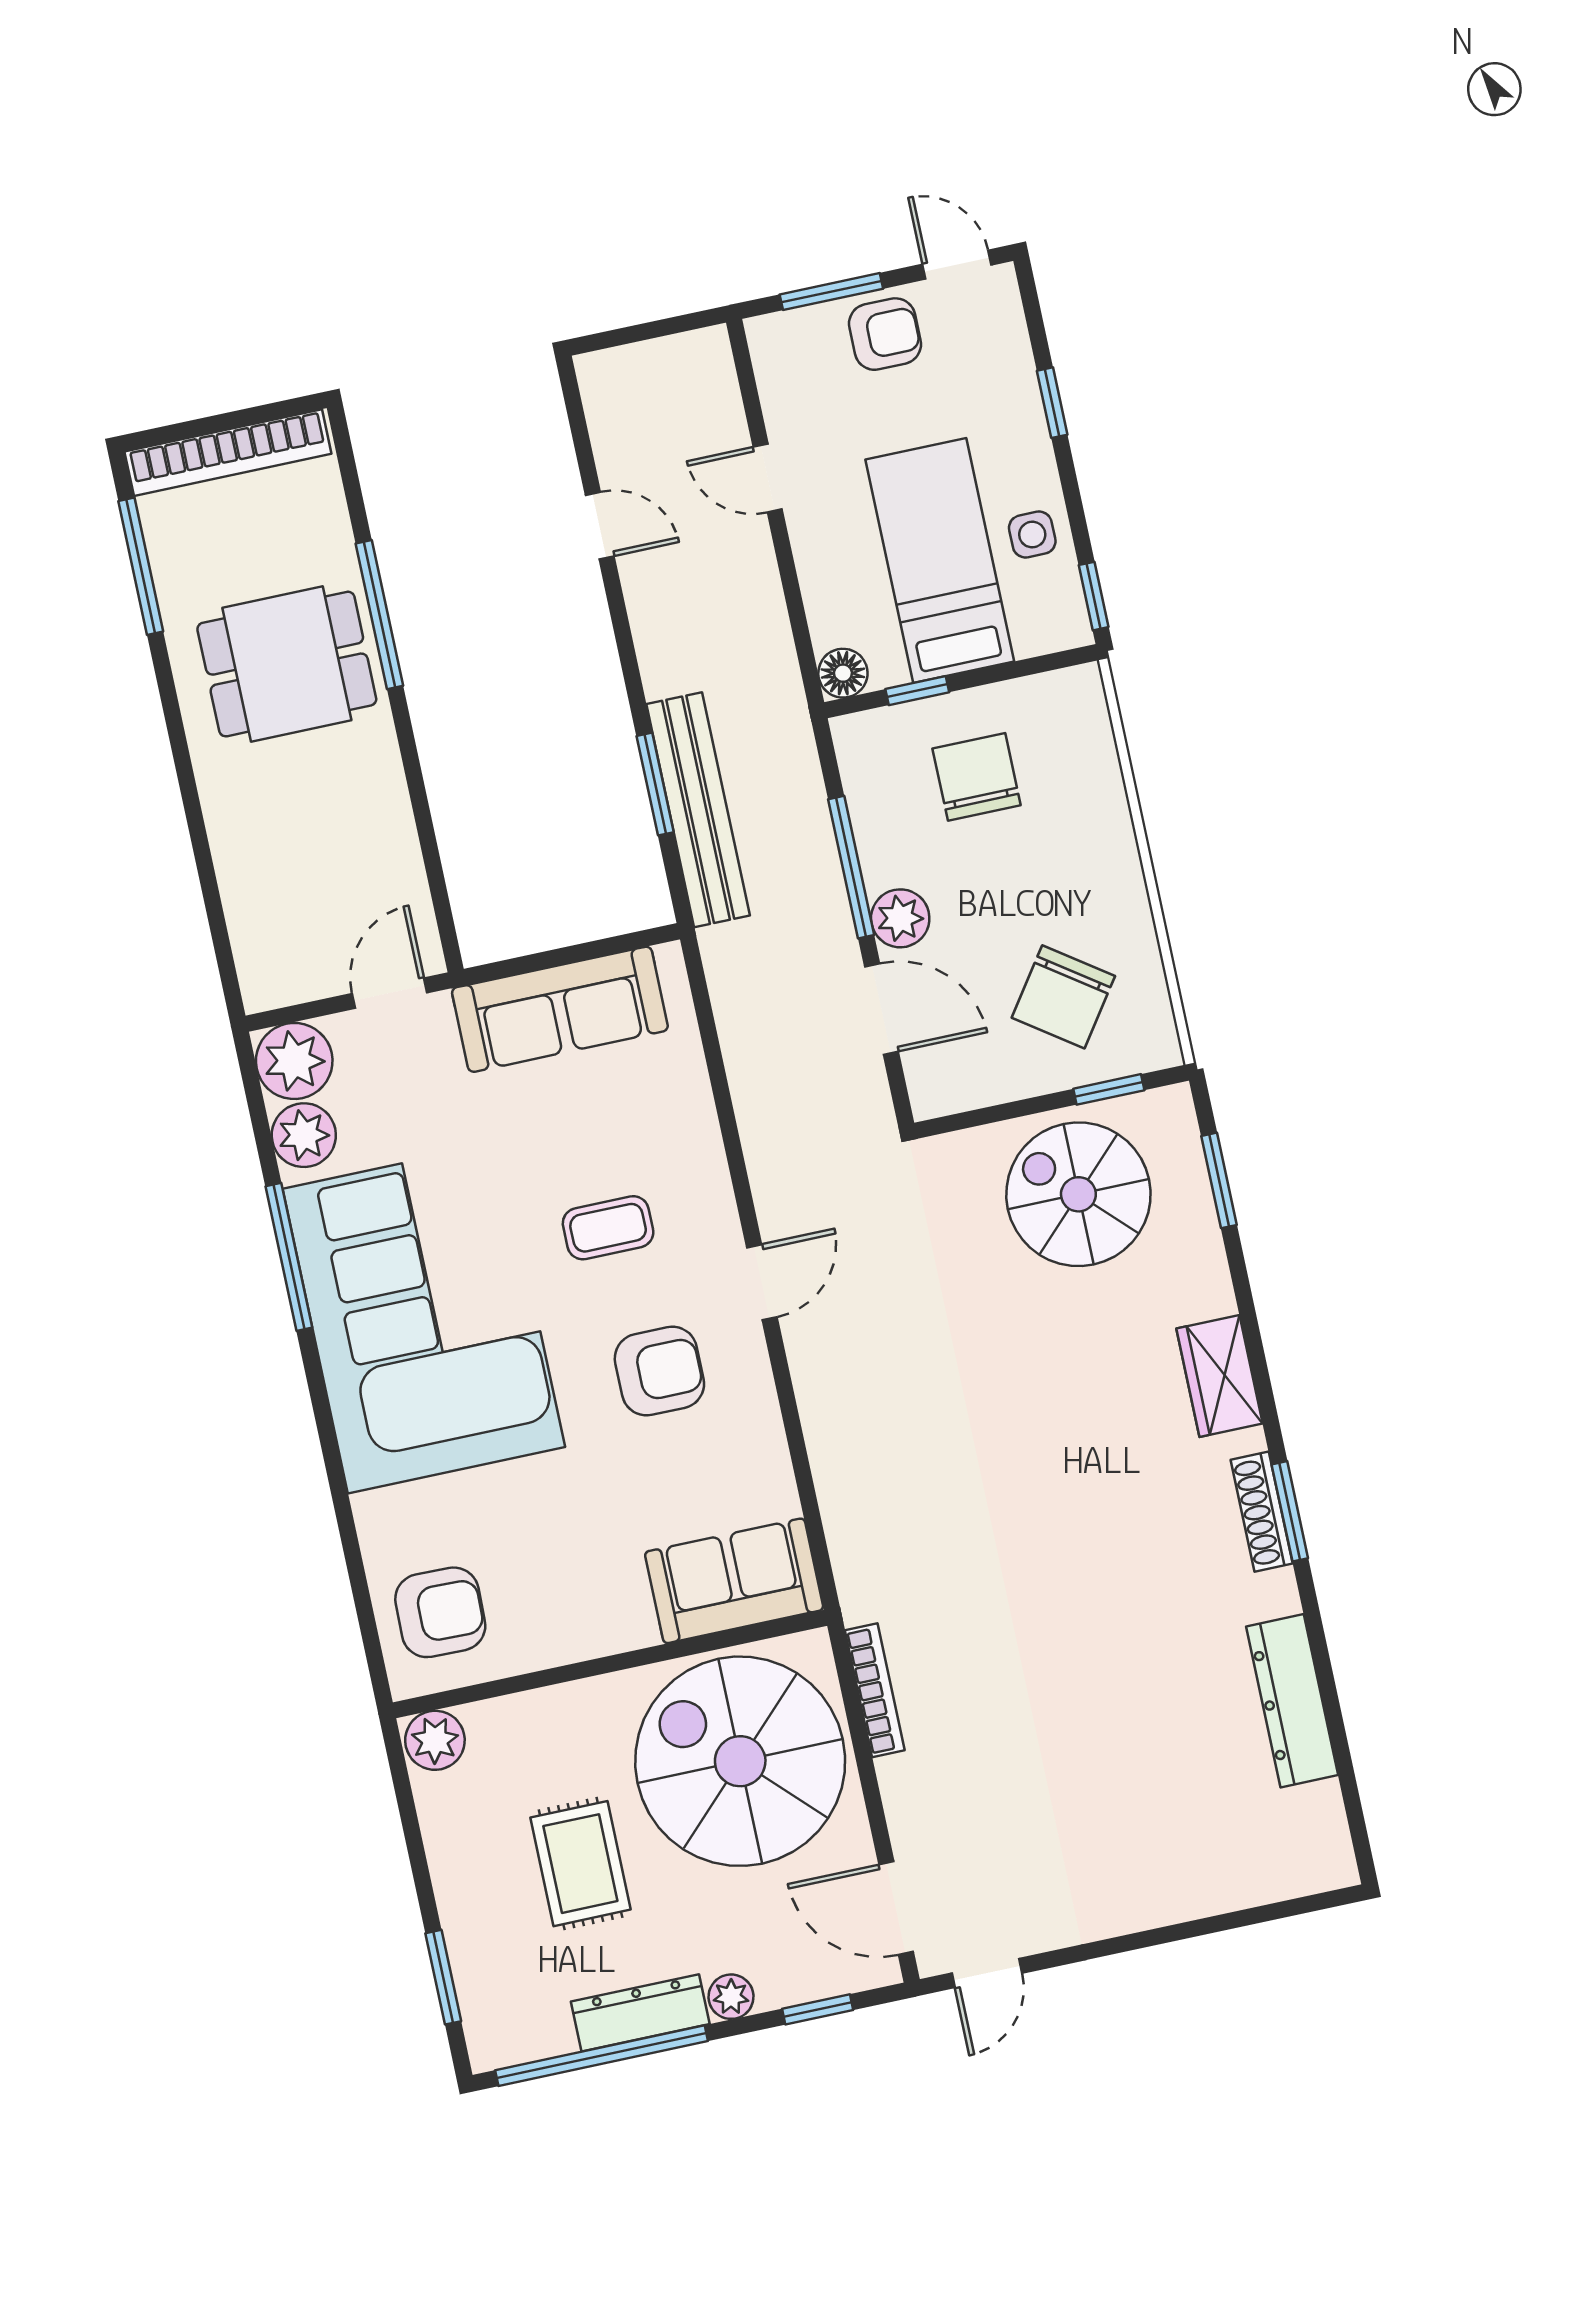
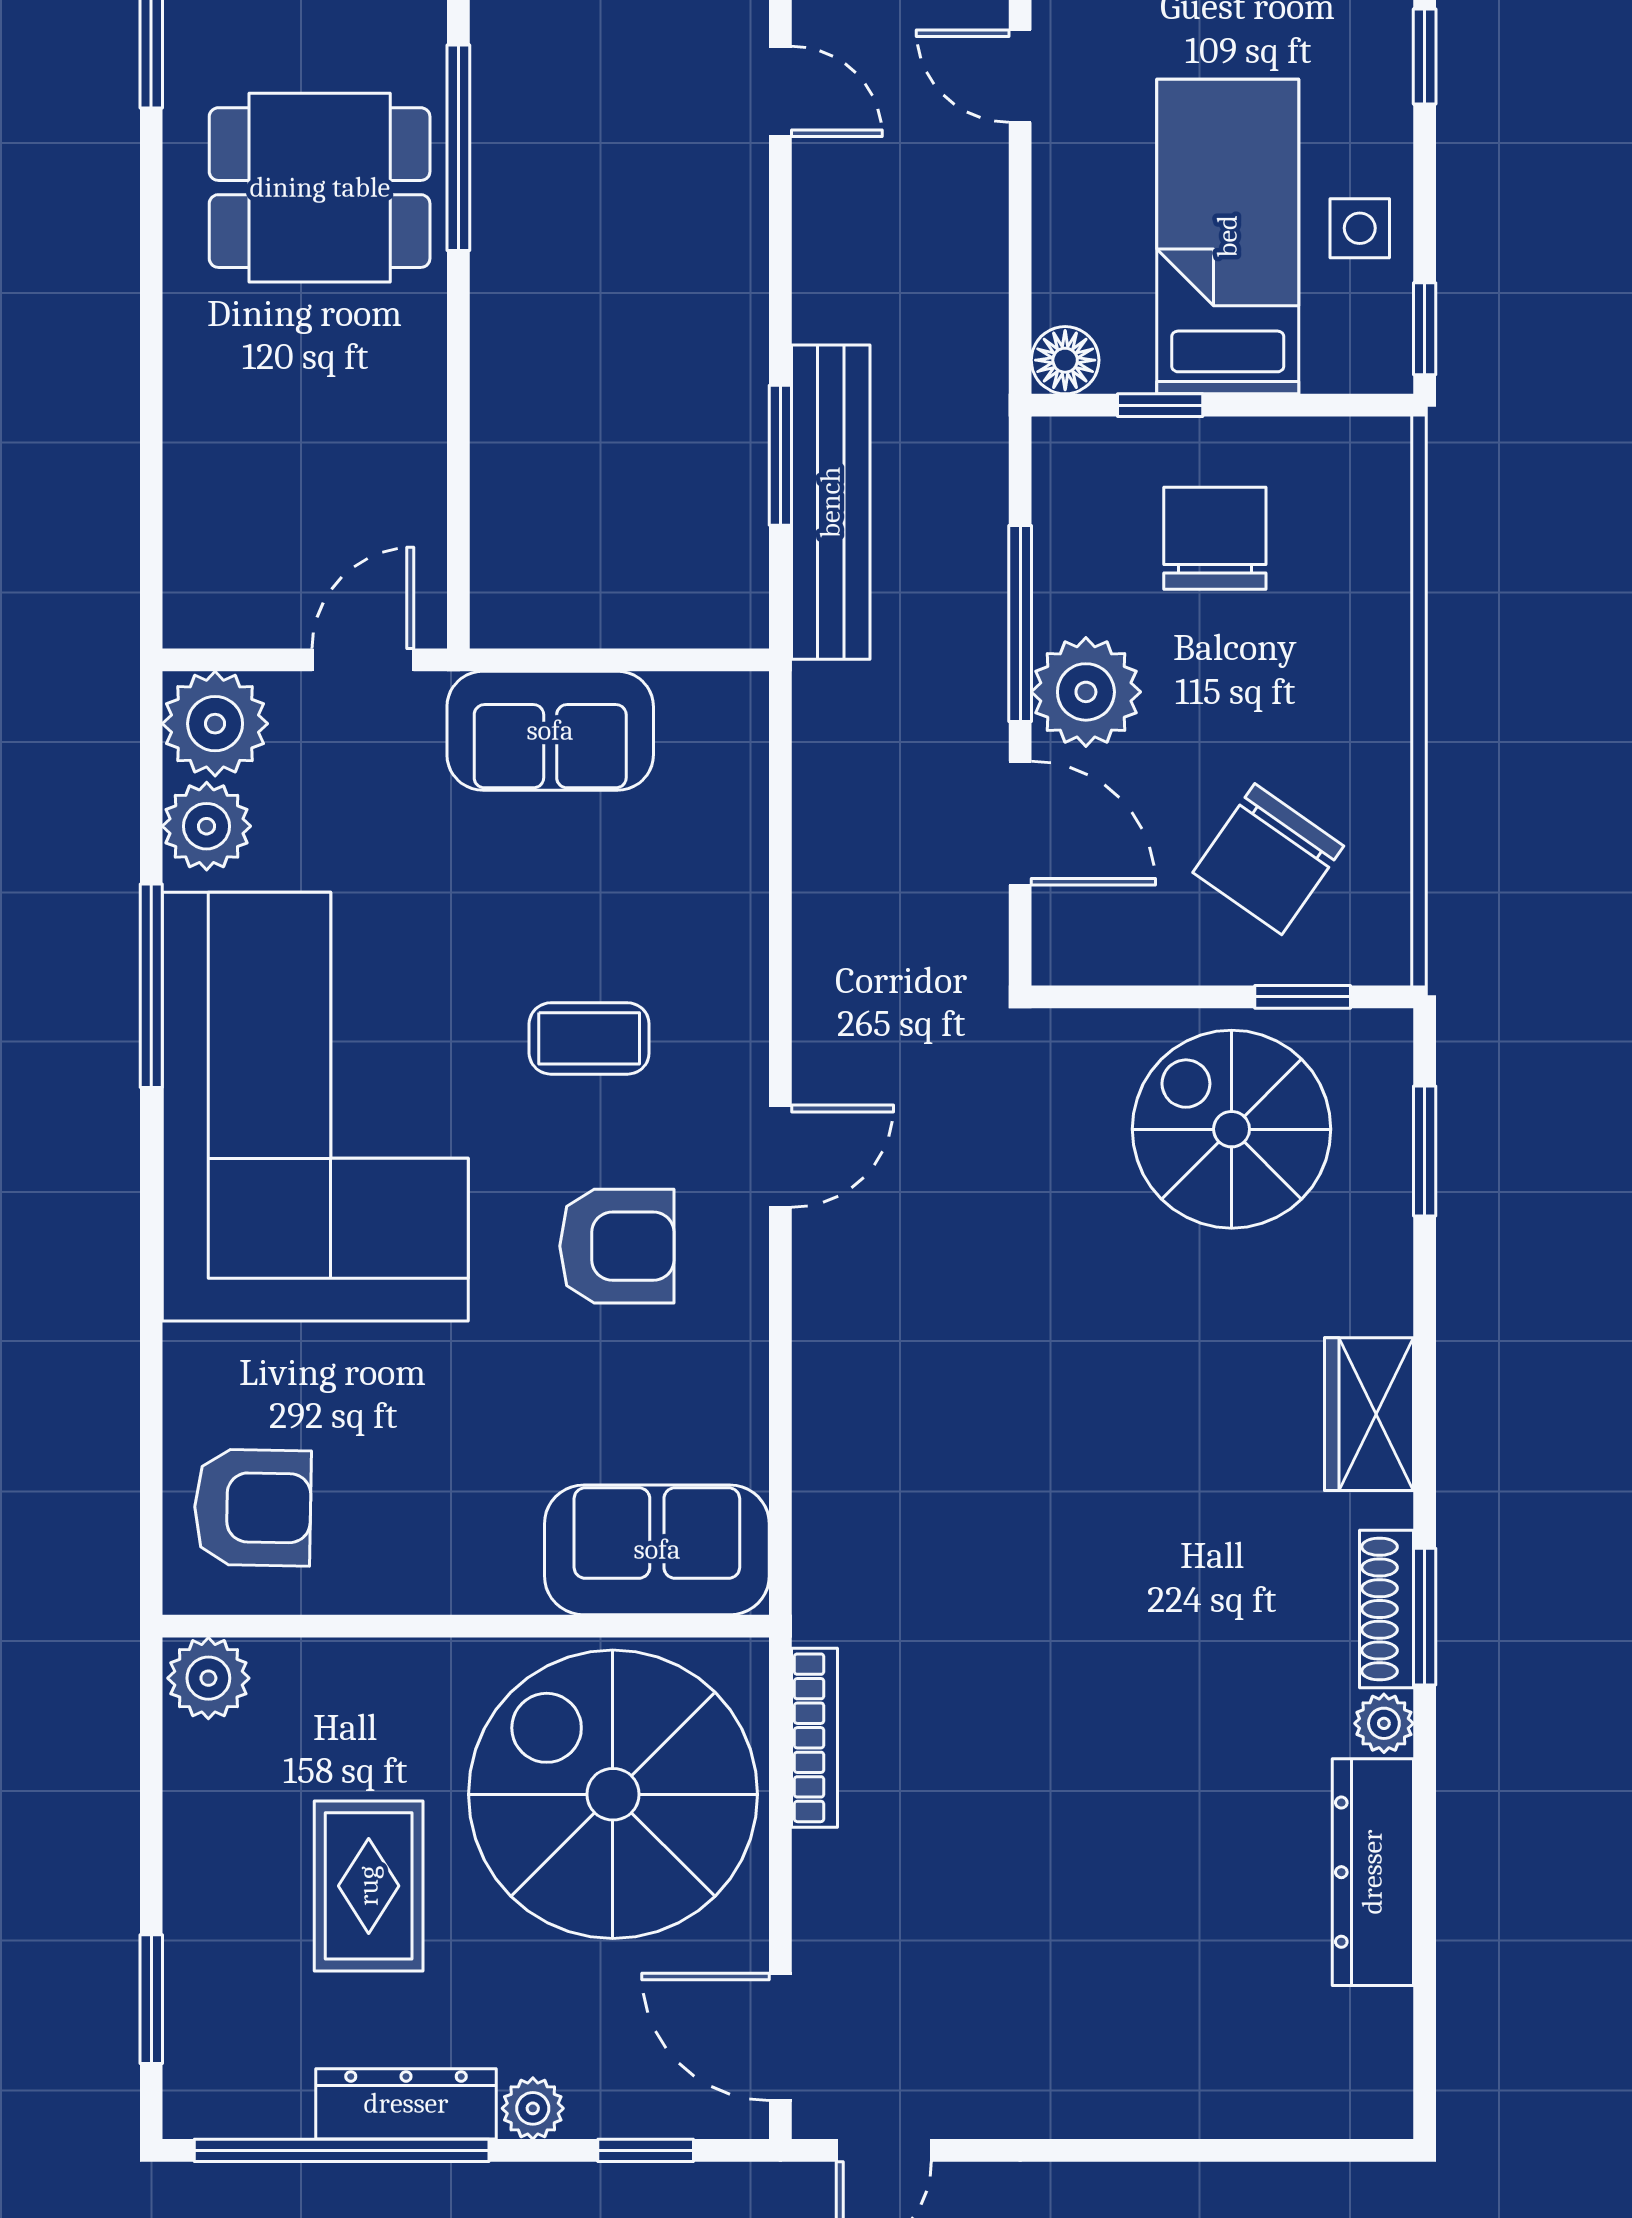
plant: (900, 918) -> (1086, 692), width x1.36, depth x1.36
sofa: (560, 1009) -> (550, 731), width x0.73
plant: (1277, 1593) -> (1384, 1723), added

